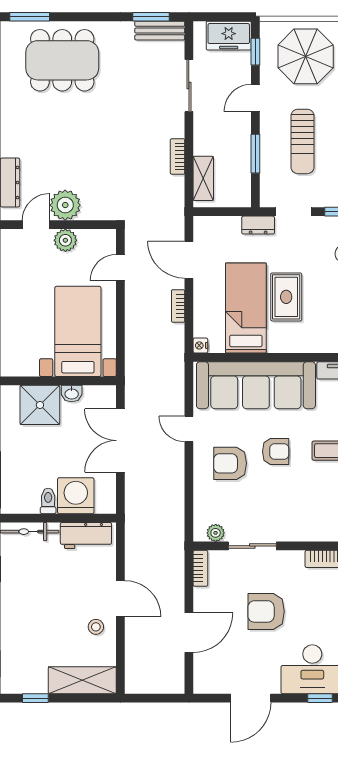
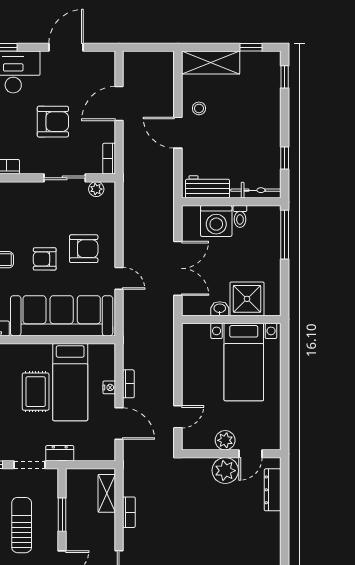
bed with nightstands: (78, 331) -> (244, 362), moved
nightstand: (200, 345) -> (109, 387), moved

